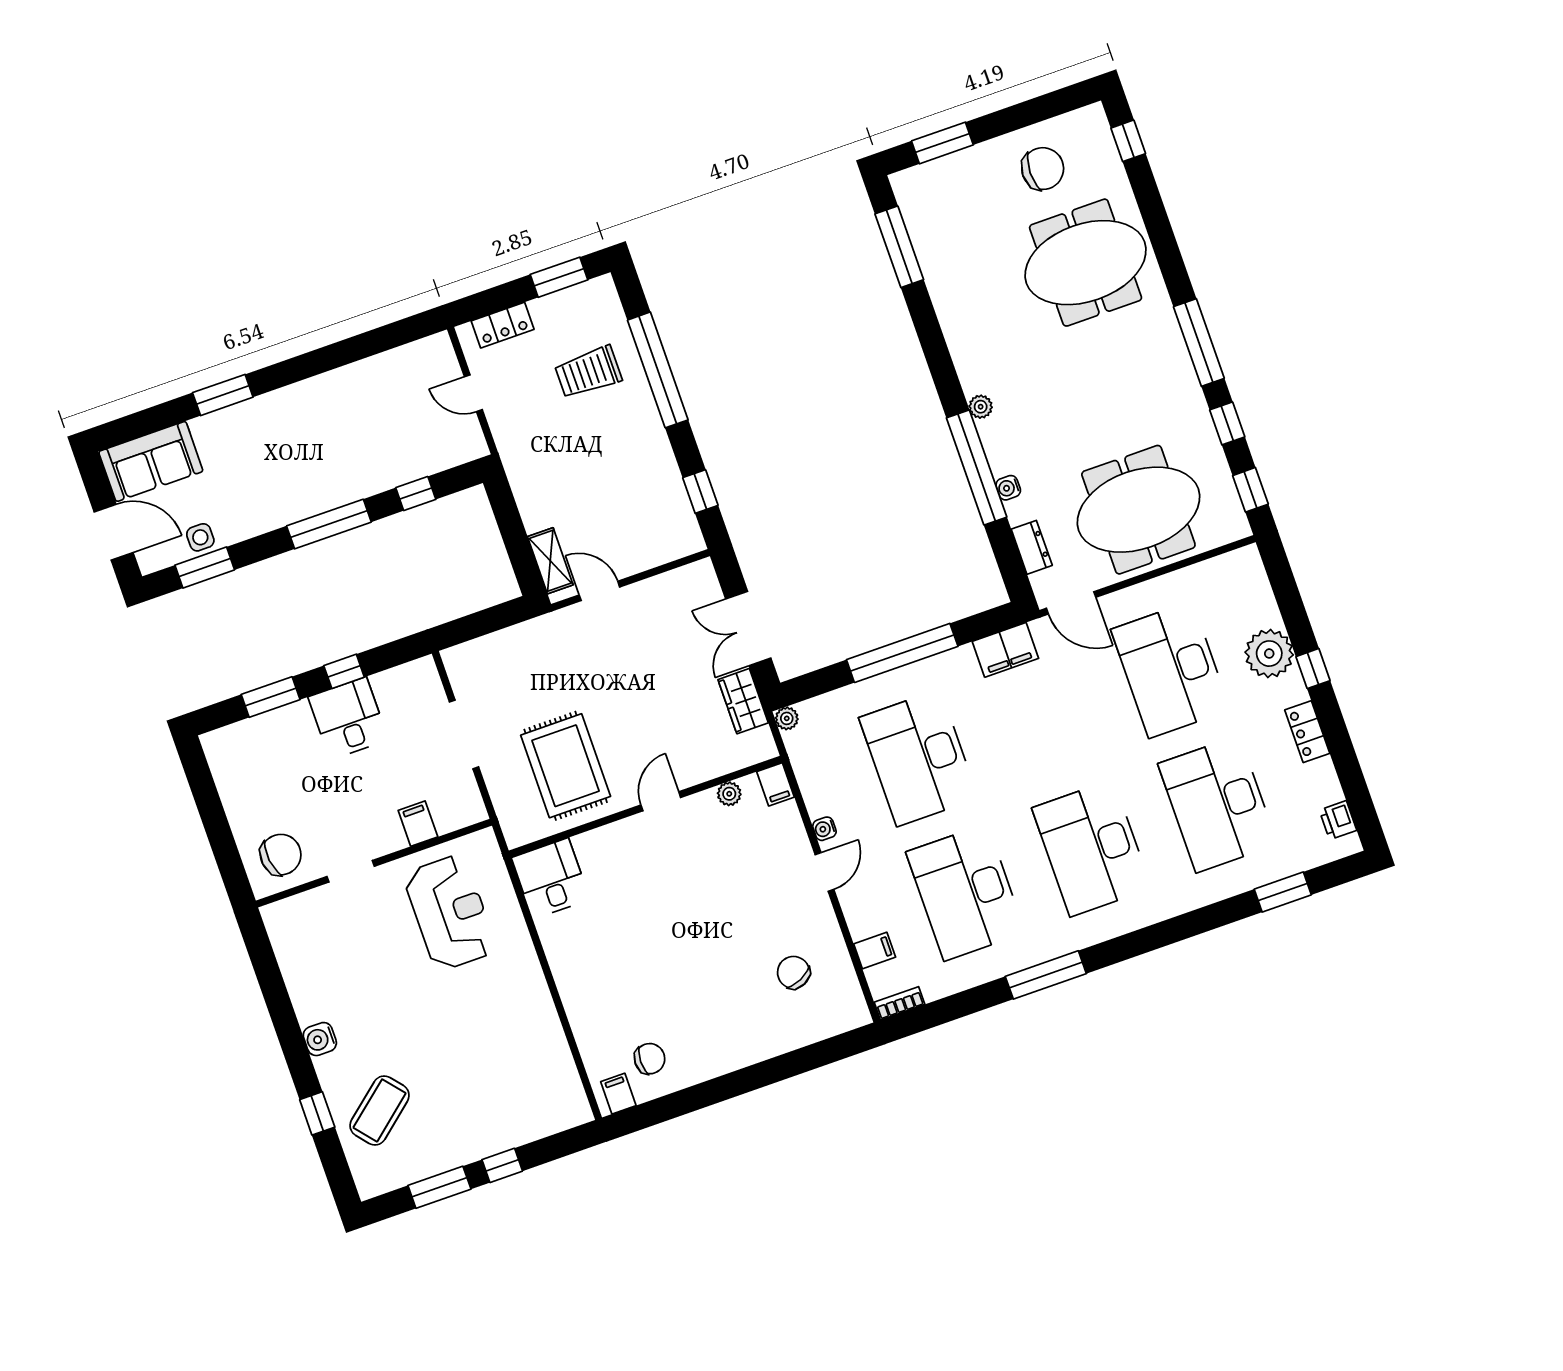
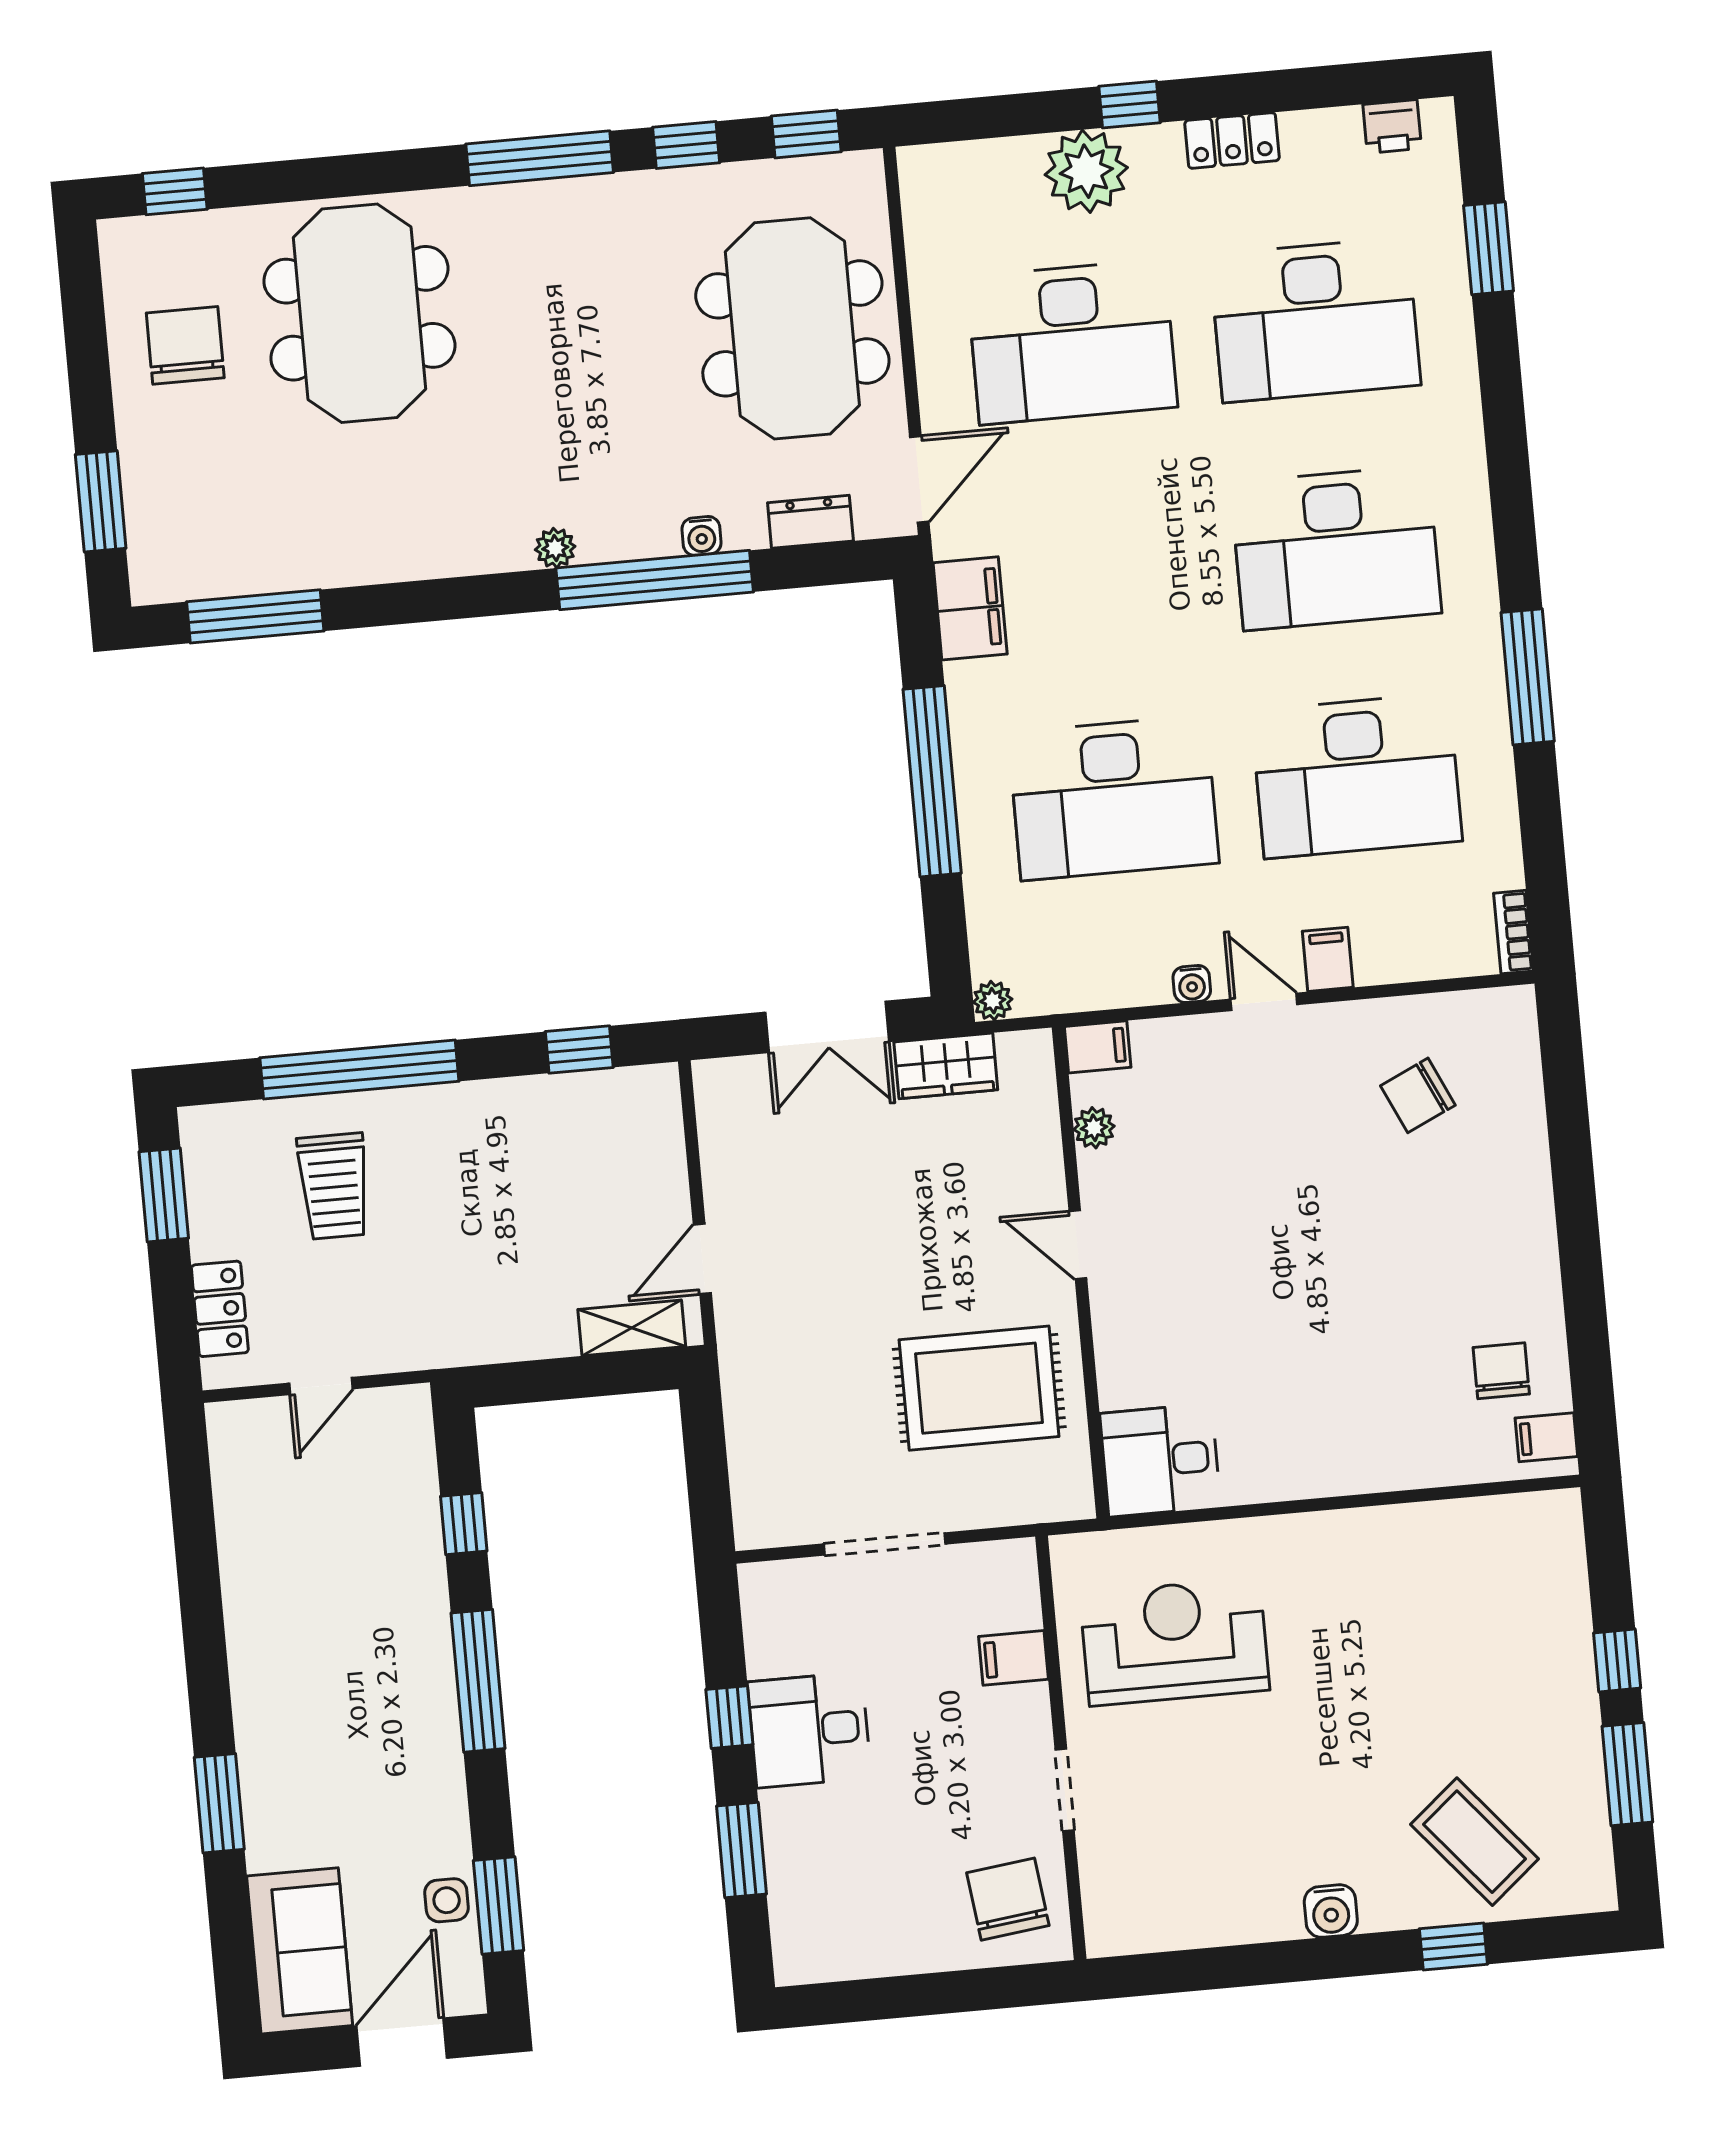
filing cabinet: (875, 951) -> (1328, 959), moved

